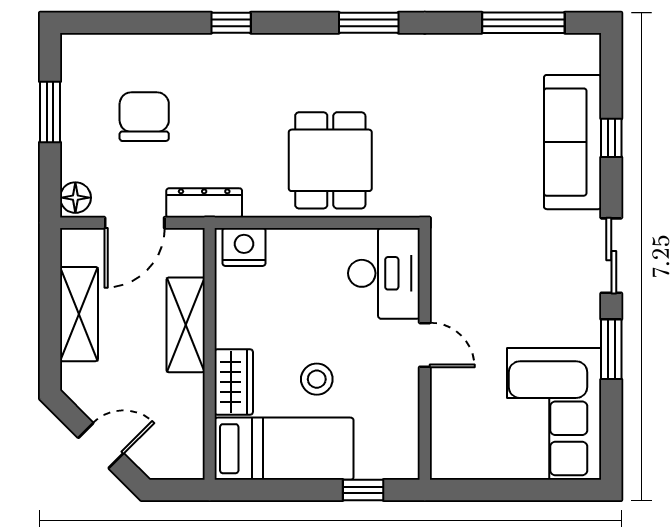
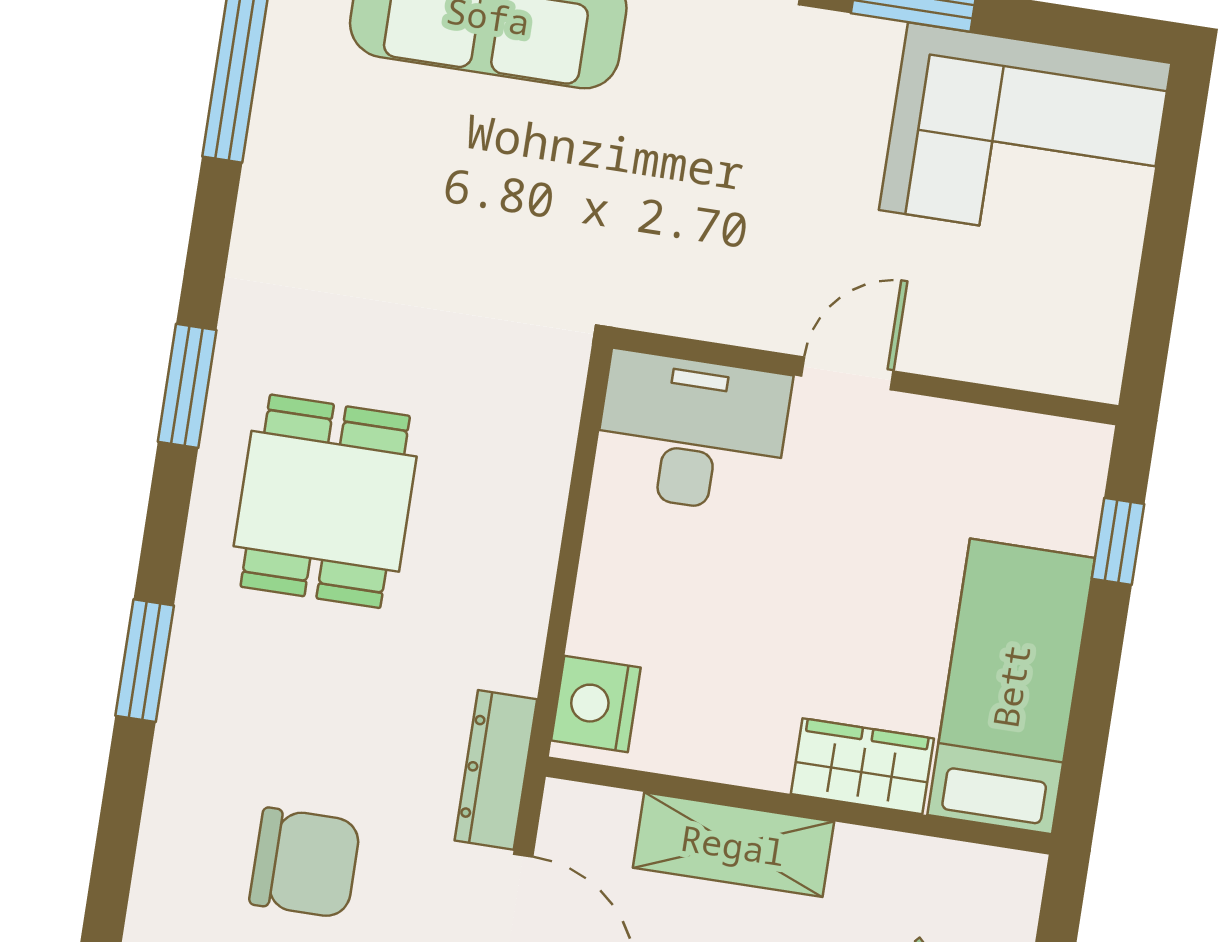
window: (231, 23) -> (145, 661), width x1.50
chair: (144, 117) -> (305, 863), turned 180
dining table: (330, 160) -> (325, 501), moved, turned 90
stool: (317, 379) -> (882, 600), removed

